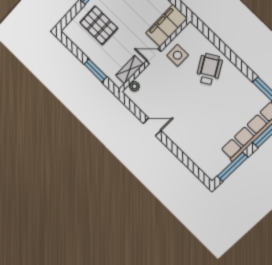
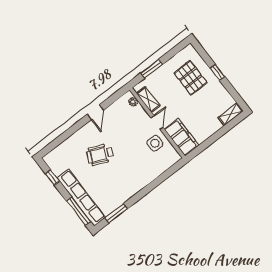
pallet: (99, 25) -> (191, 78), turned 90
wheelchair: (209, 69) -> (100, 154), moved, turned 145
window: (233, 167) -> (52, 177), width x0.46

